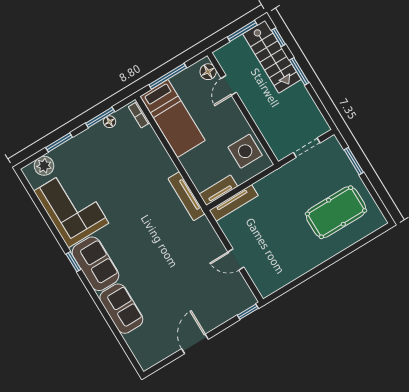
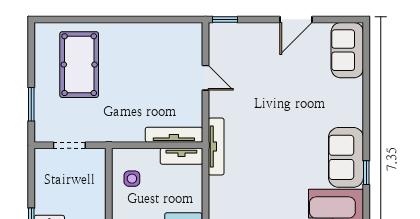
side table: (245, 151) -> (132, 179), width x0.54, depth x0.54
tv unit: (187, 196) -> (216, 146), moved
pool table: (336, 212) -> (79, 65), turned 90
sofa: (121, 309) -> (347, 50), moved

